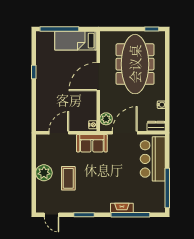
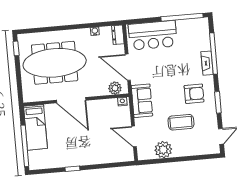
plant: (44, 173) -> (163, 150), moved
armchair: (94, 193) -> (194, 94), added

